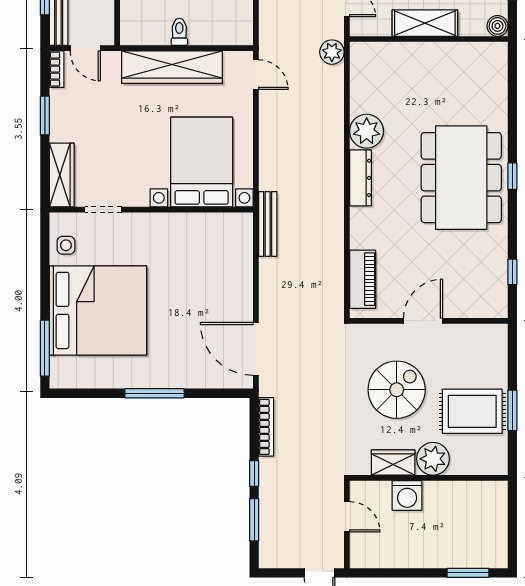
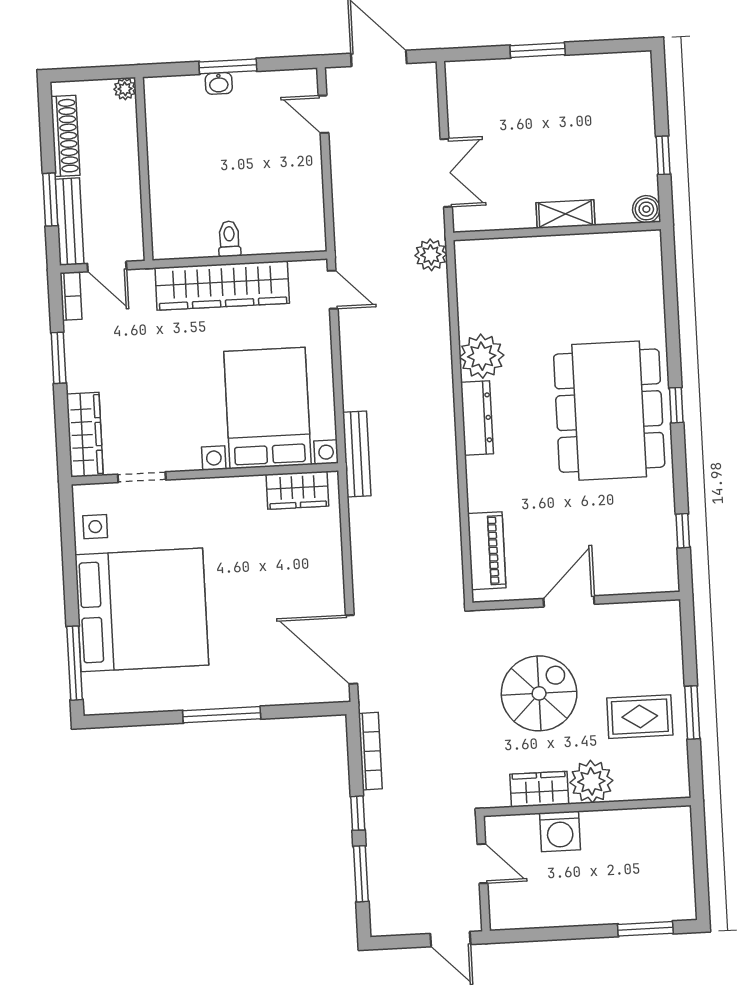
shelving: (425, 23) -> (565, 214), width x0.67, depth x0.75
bench: (268, 224) -> (357, 454), moved
wardrobe: (221, 226) -> (297, 490), added
rug: (472, 411) -> (640, 717), width x0.73, depth x0.70

